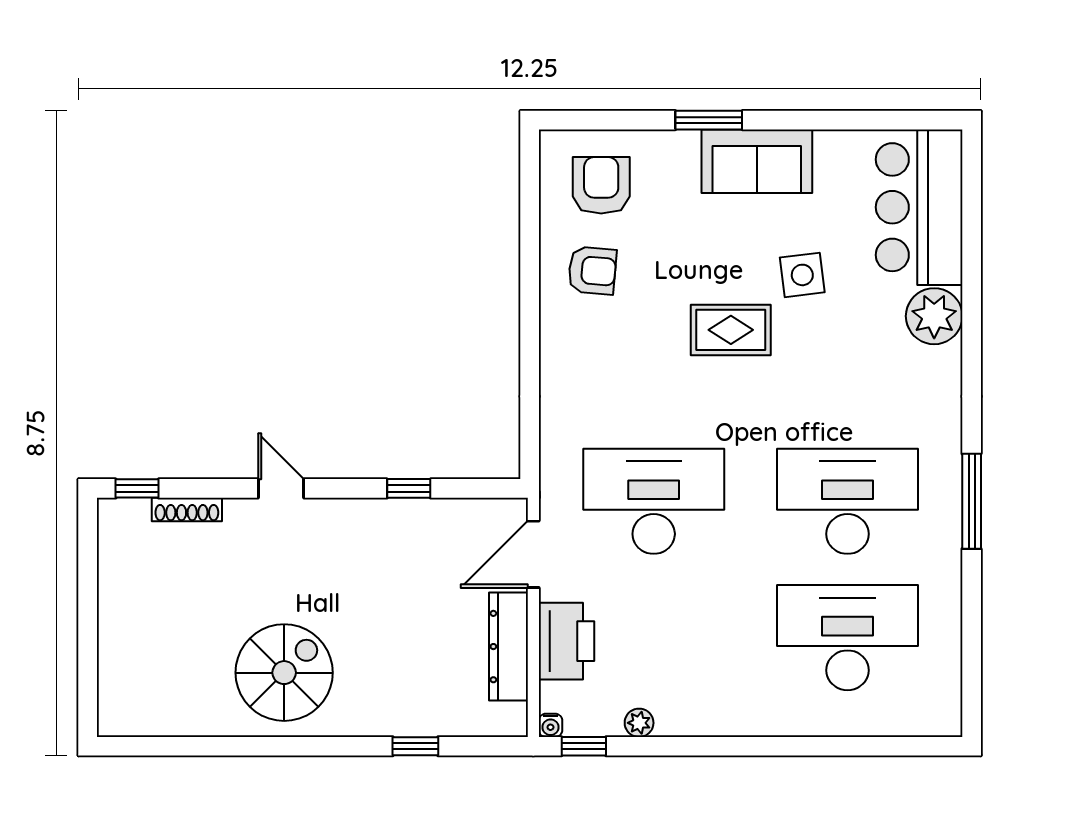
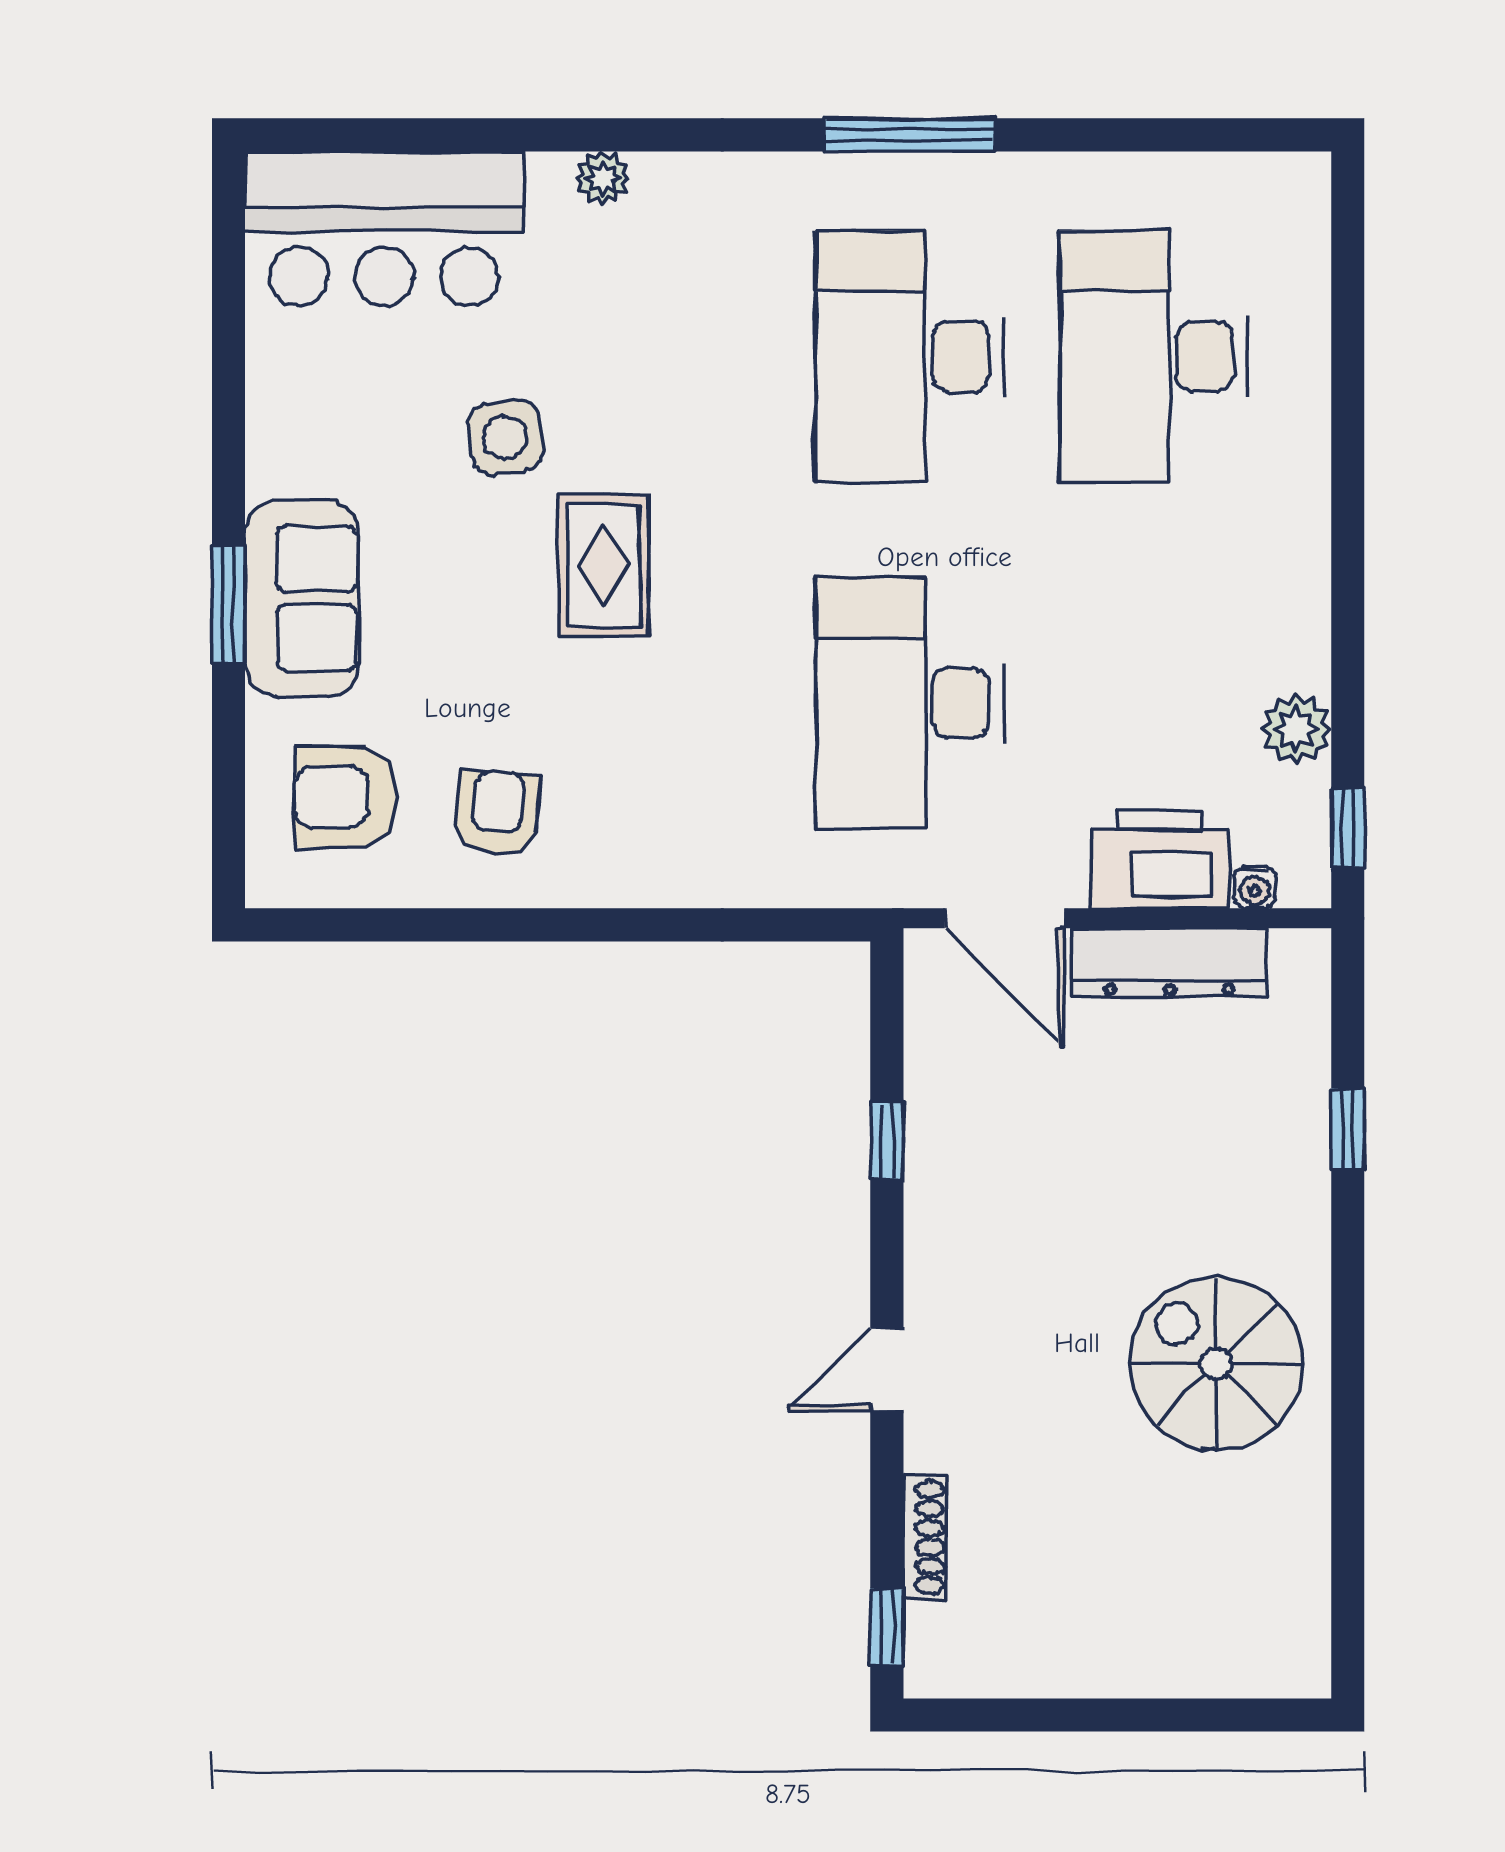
sofa: (757, 161) -> (302, 598), moved
plant: (934, 316) -> (602, 178), width x0.53, depth x0.53
plant: (639, 723) -> (1296, 729), width x1.38, depth x1.38
water cooler: (551, 725) -> (1255, 888), moved, turned 90

